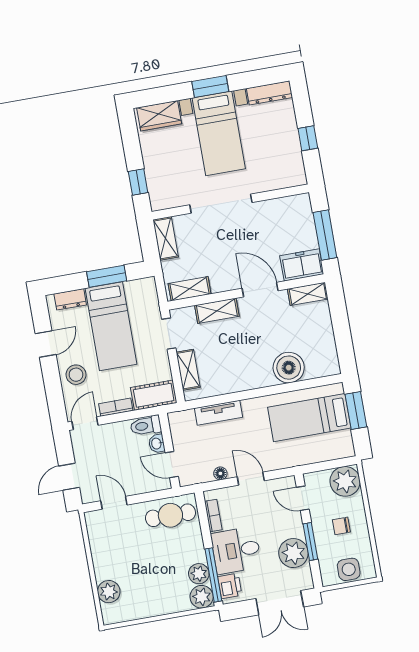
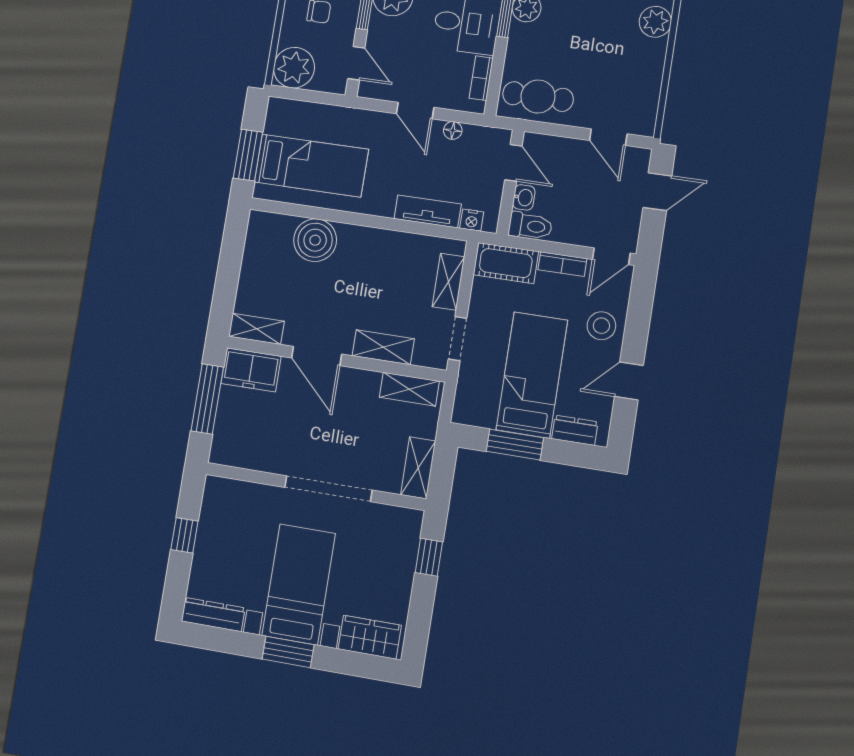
nightstand: (187, 417) -> (472, 220), added

